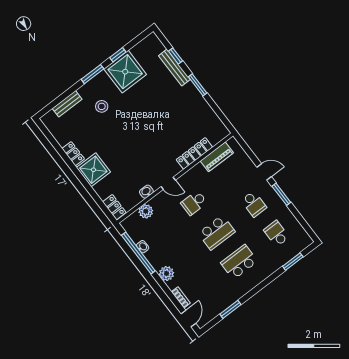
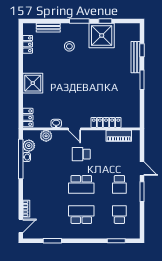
locker: (73, 154) -> (28, 44), moved
plant: (167, 273) -> (29, 146), moved

